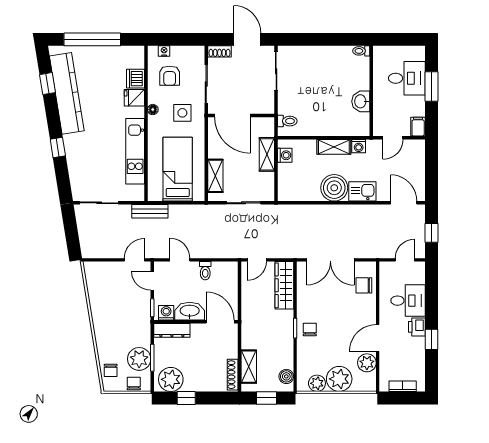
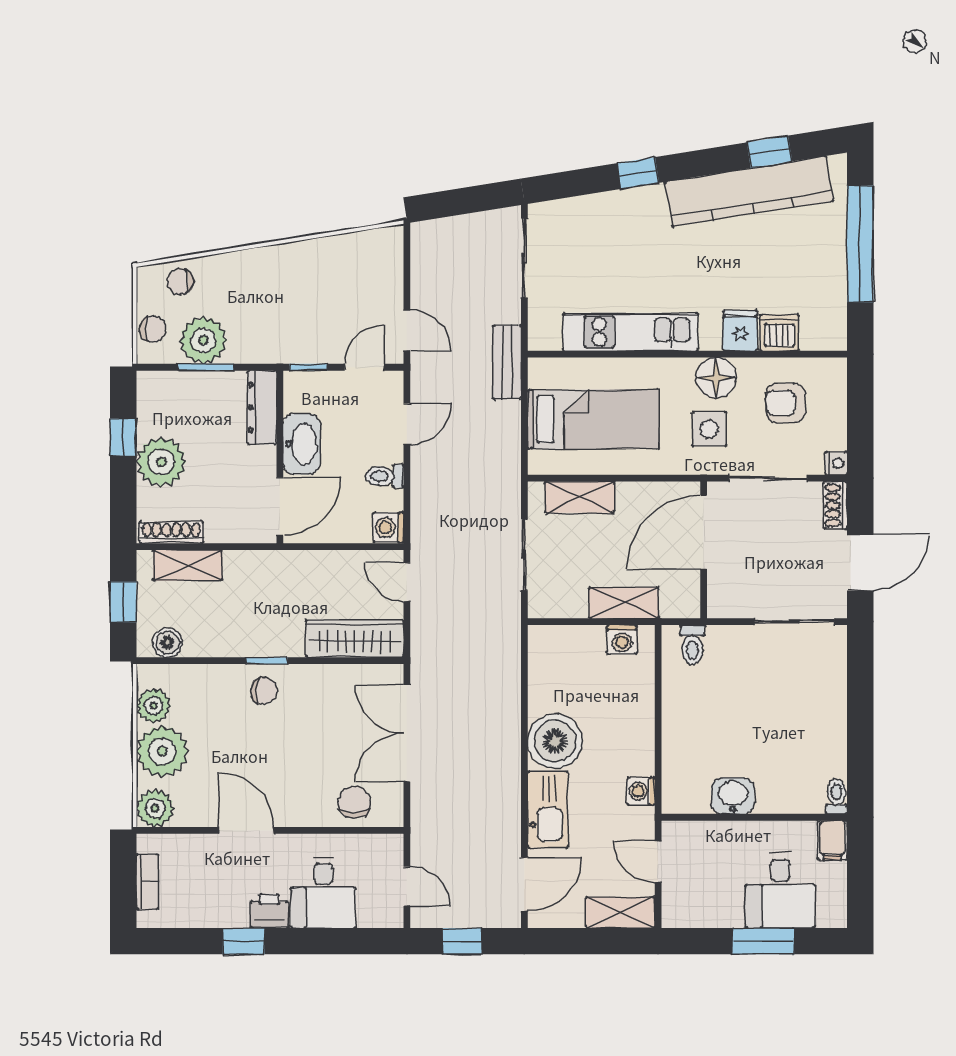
nightstand: (164, 51) -> (836, 463), moved
floor lamp: (153, 110) -> (716, 378), width x1.89, depth x1.89
filing cabinet: (418, 127) -> (832, 840), moved, turned 90
shelving: (334, 147) -> (620, 913), moved, turned 90
kitchen sink: (362, 191) -> (548, 809), width x1.38
washing machine: (166, 313) -> (388, 527), moved, turned 180
plant: (367, 363) -> (155, 808), moved
plant: (171, 379) -> (161, 462), moved

